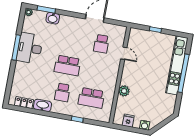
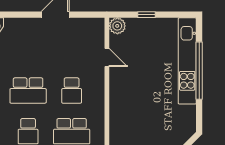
school desk: (101, 44) -> (72, 91), moved
plant: (124, 91) -> (117, 26), moved

